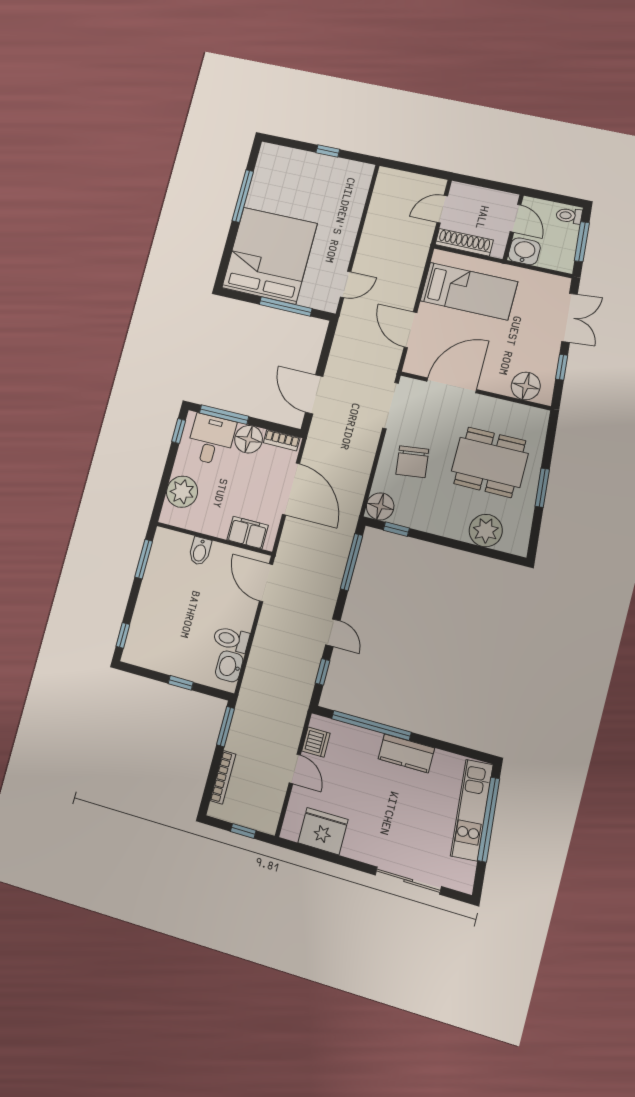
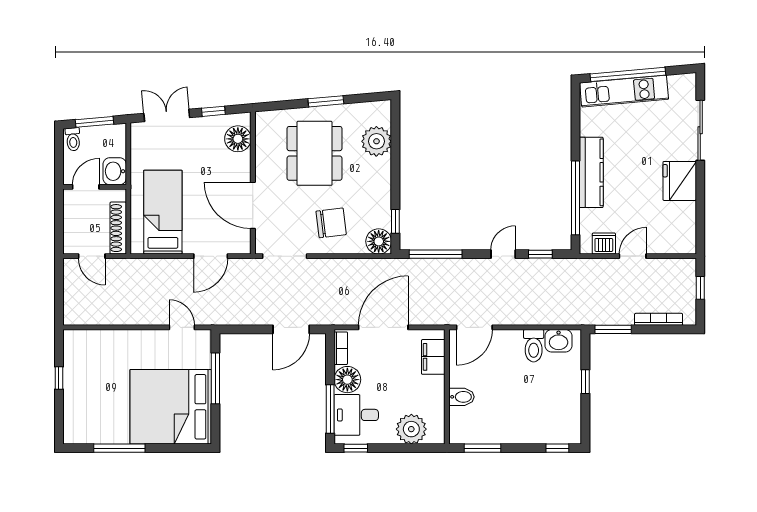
kitchen counter: (406, 753) -> (591, 172), width x1.50
fridge: (323, 831) -> (680, 181), moved

